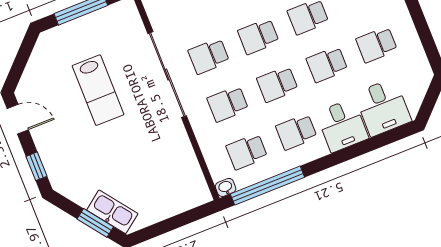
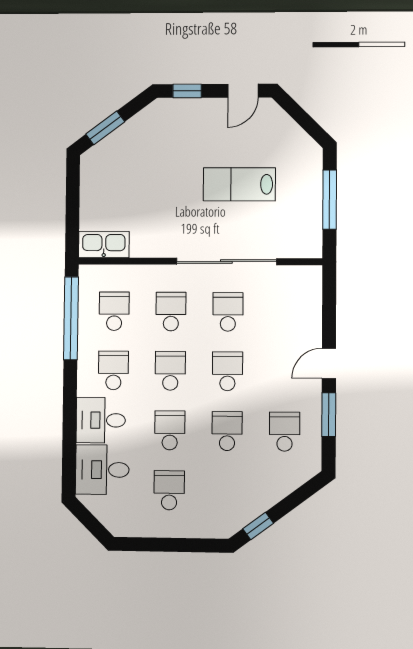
washbasin: (226, 187) -> (87, 275), removed
kitchen sink: (112, 212) -> (104, 244), moved, turned -143

